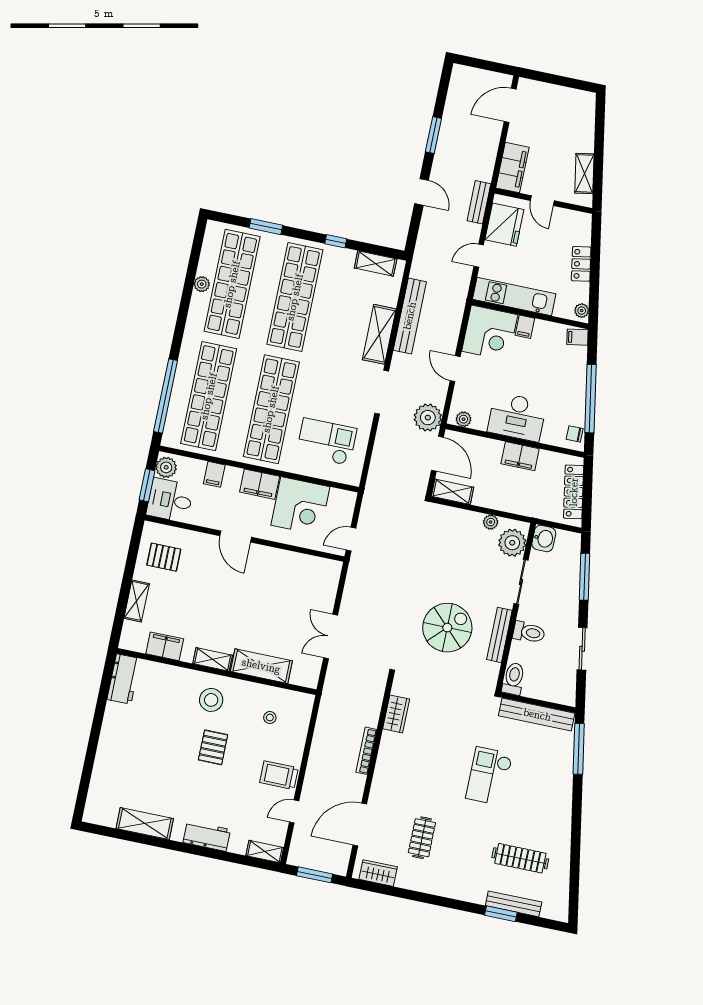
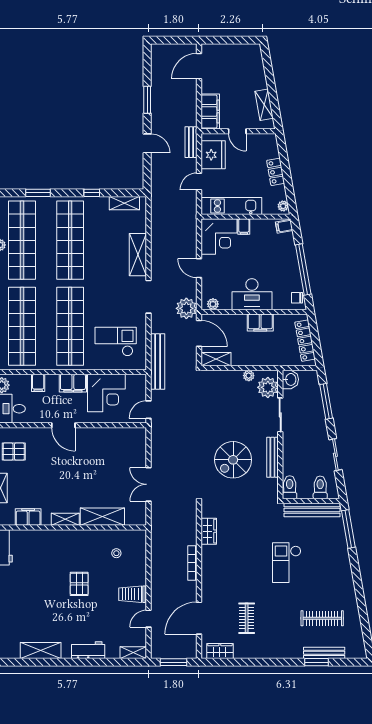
bench: (410, 316) -> (158, 361), moved
spiral stairs: (447, 628) -> (233, 460), turned 180
toilet: (529, 632) -> (320, 487), moved, turned -90
stool: (211, 700) -> (70, 549), removed

